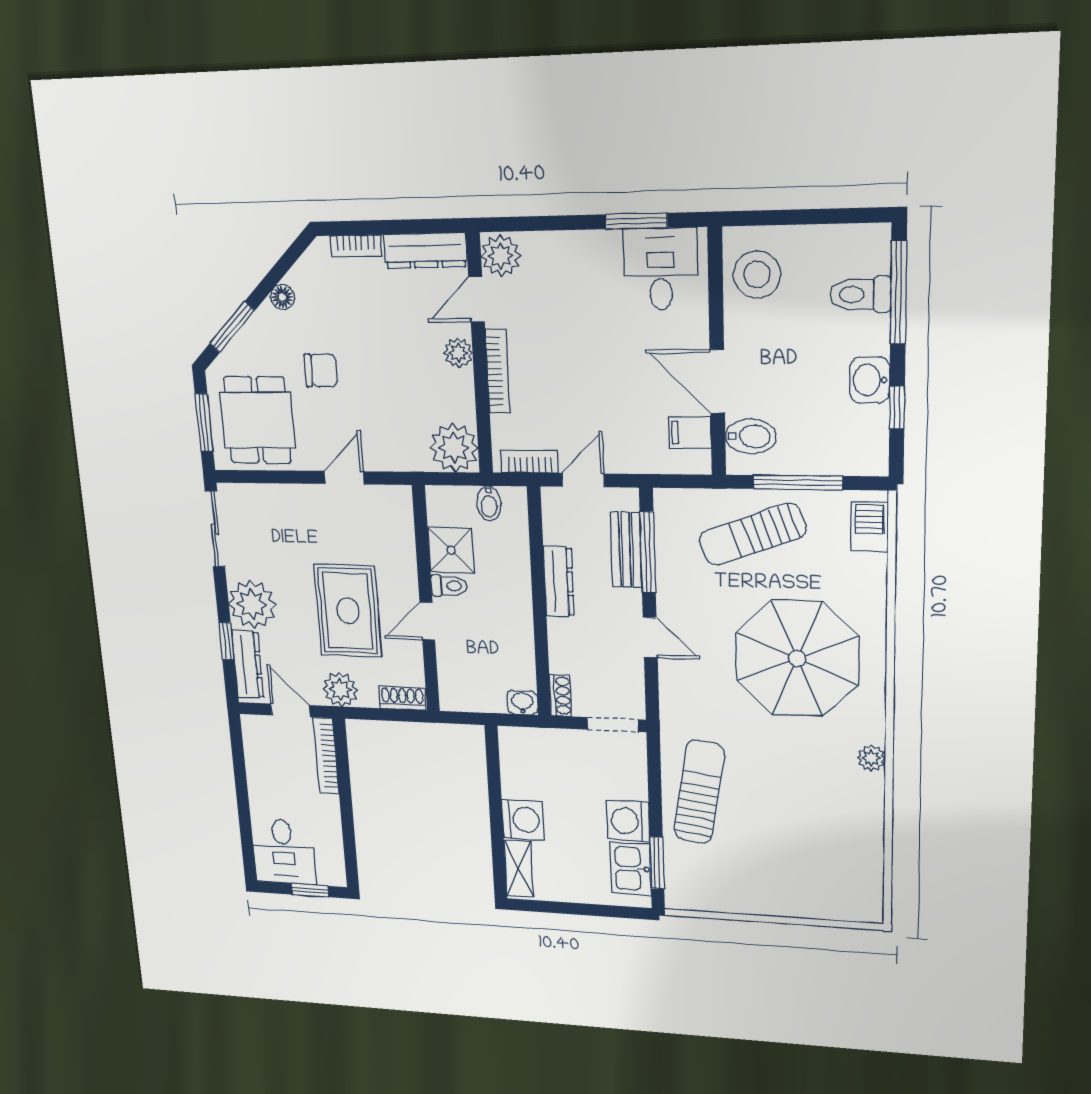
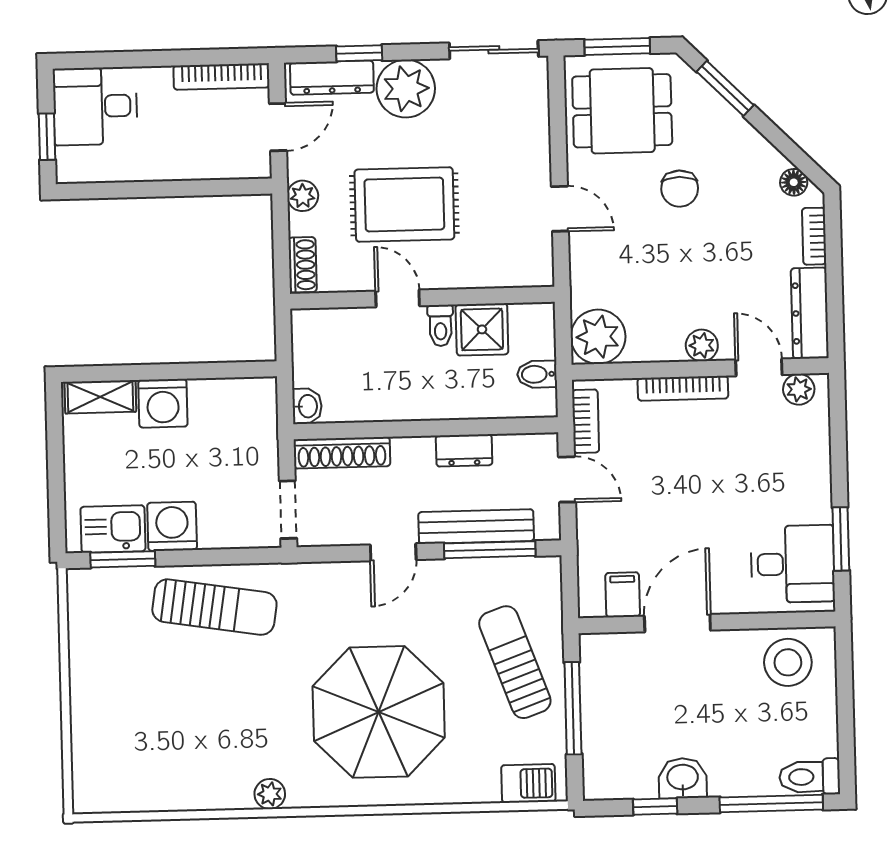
plant: (501, 256) -> (799, 389), width x0.73, depth x0.73
toilet: (860, 294) -> (810, 777), moved, turned -90
floor lamp: (282, 297) -> (794, 182), moved
bidet: (751, 436) -> (620, 659), removed
bench: (626, 550) -> (476, 527), width x1.36
dresser: (559, 582) -> (464, 450), width x0.70
plant: (340, 689) -> (303, 196), width x0.73, depth x0.73
shoe rack: (561, 695) -> (342, 453), width x1.94, depth x1.24
bookcase: (326, 756) -> (221, 77), moved, turned 180

